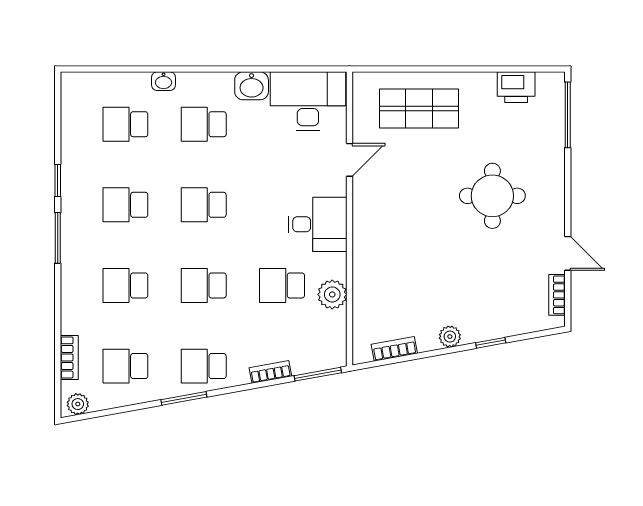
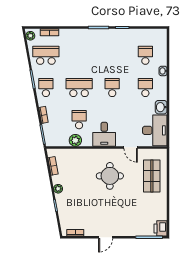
printer: (516, 87) -> (161, 228), moved
round table: (492, 196) -> (110, 176), moved
school desk: (125, 205) -> (112, 55), removed
door: (568, 253) -> (106, 237), moved
school desk: (125, 285) -> (79, 55), removed
school desk: (204, 285) -> (79, 87), width x1.85
school desk: (125, 366) -> (46, 55), width x1.85

